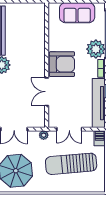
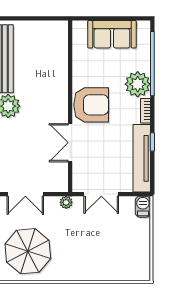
sun lounger: (71, 164) -> (104, 242), removed

